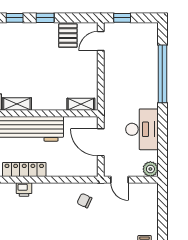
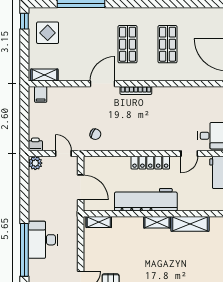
desk: (142, 129) -> (43, 240), moved
printer: (24, 189) -> (35, 144), moved

